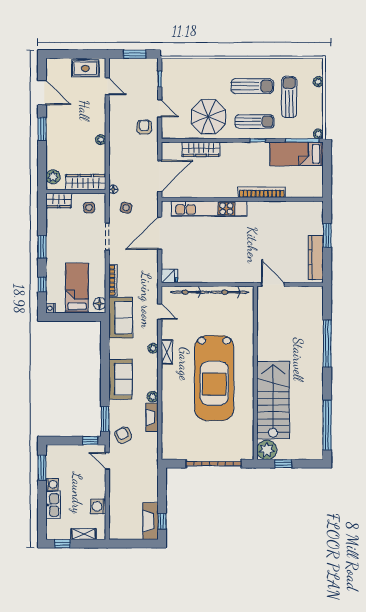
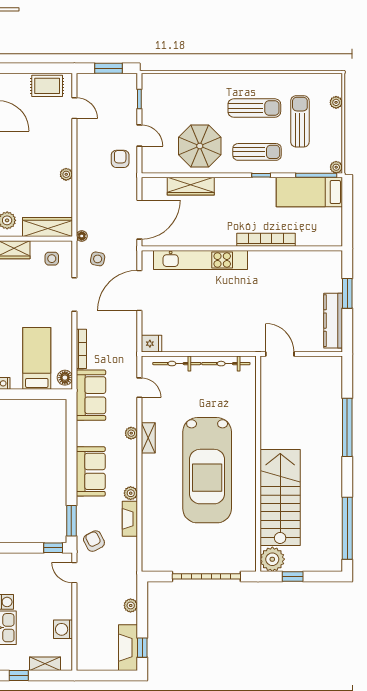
plant: (153, 487) -> (131, 605), added

